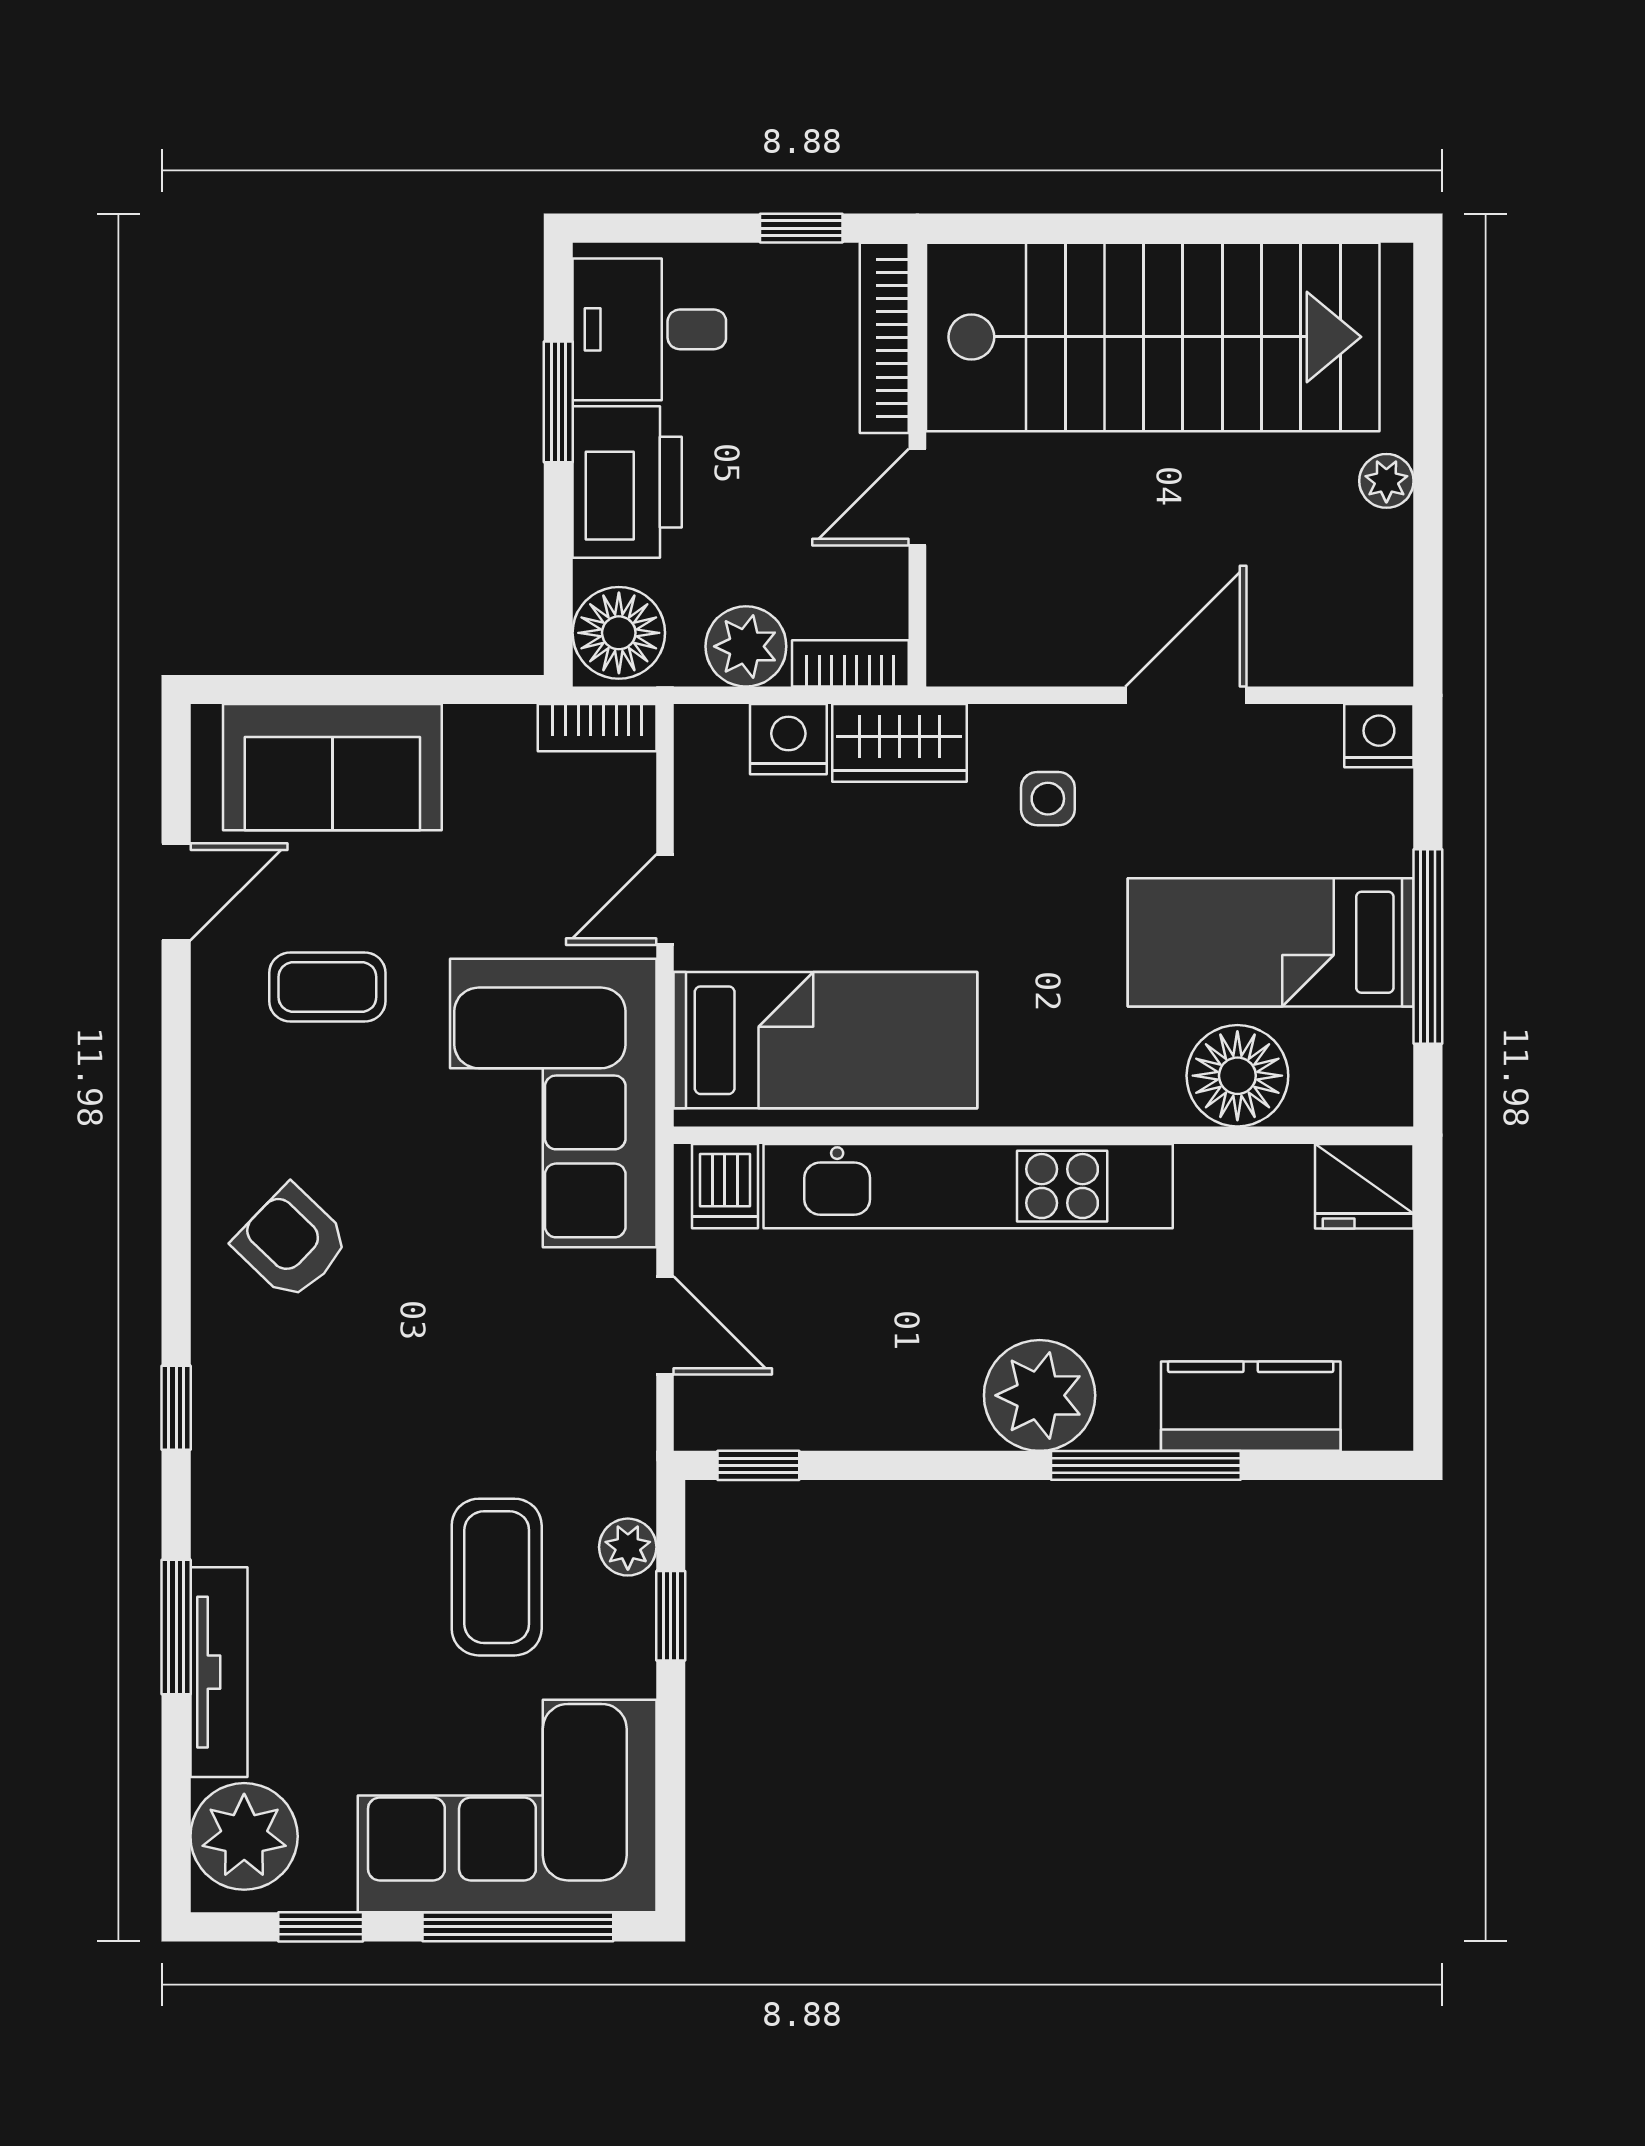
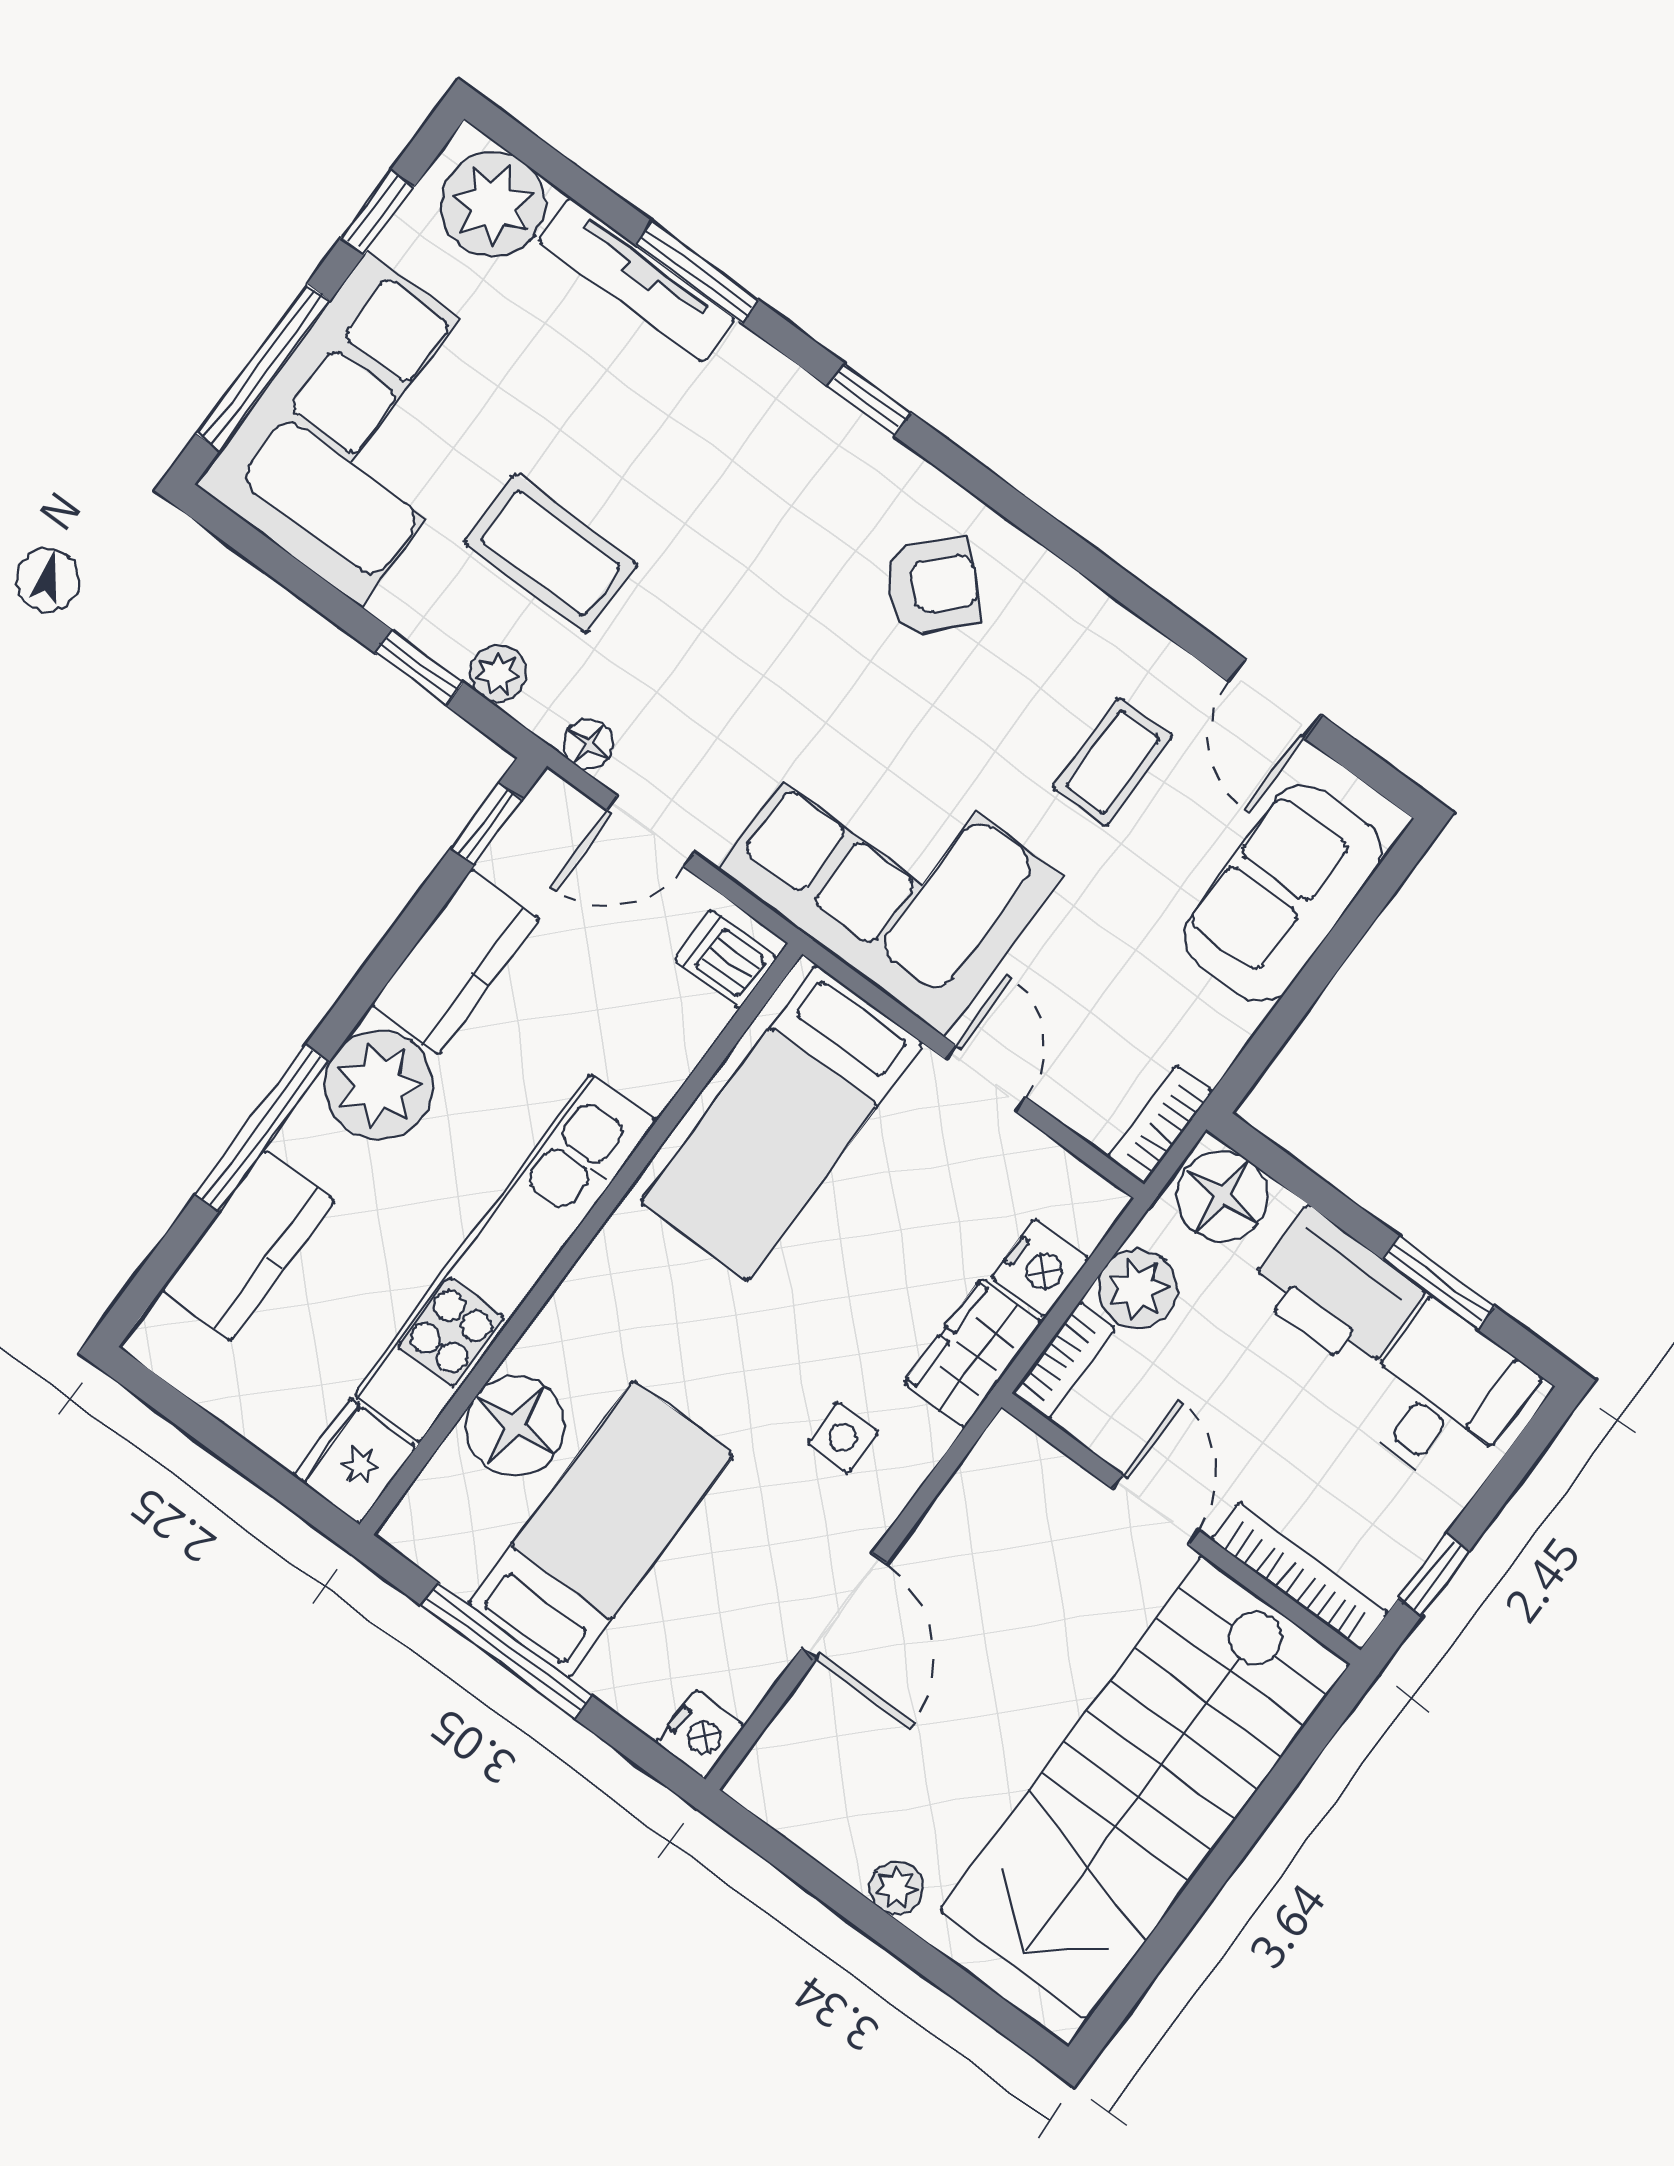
kitchen unit: (968, 1186) -> (505, 1258), moved
kitchen counter: (891, 1407) -> (455, 962), added
floor lamp: (631, 1430) -> (588, 744), added

